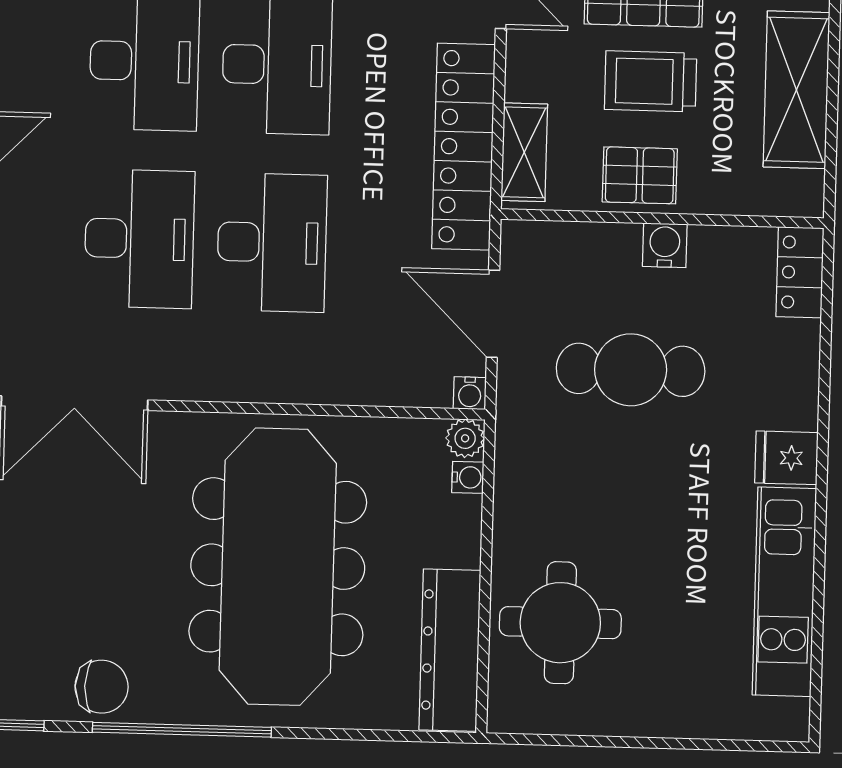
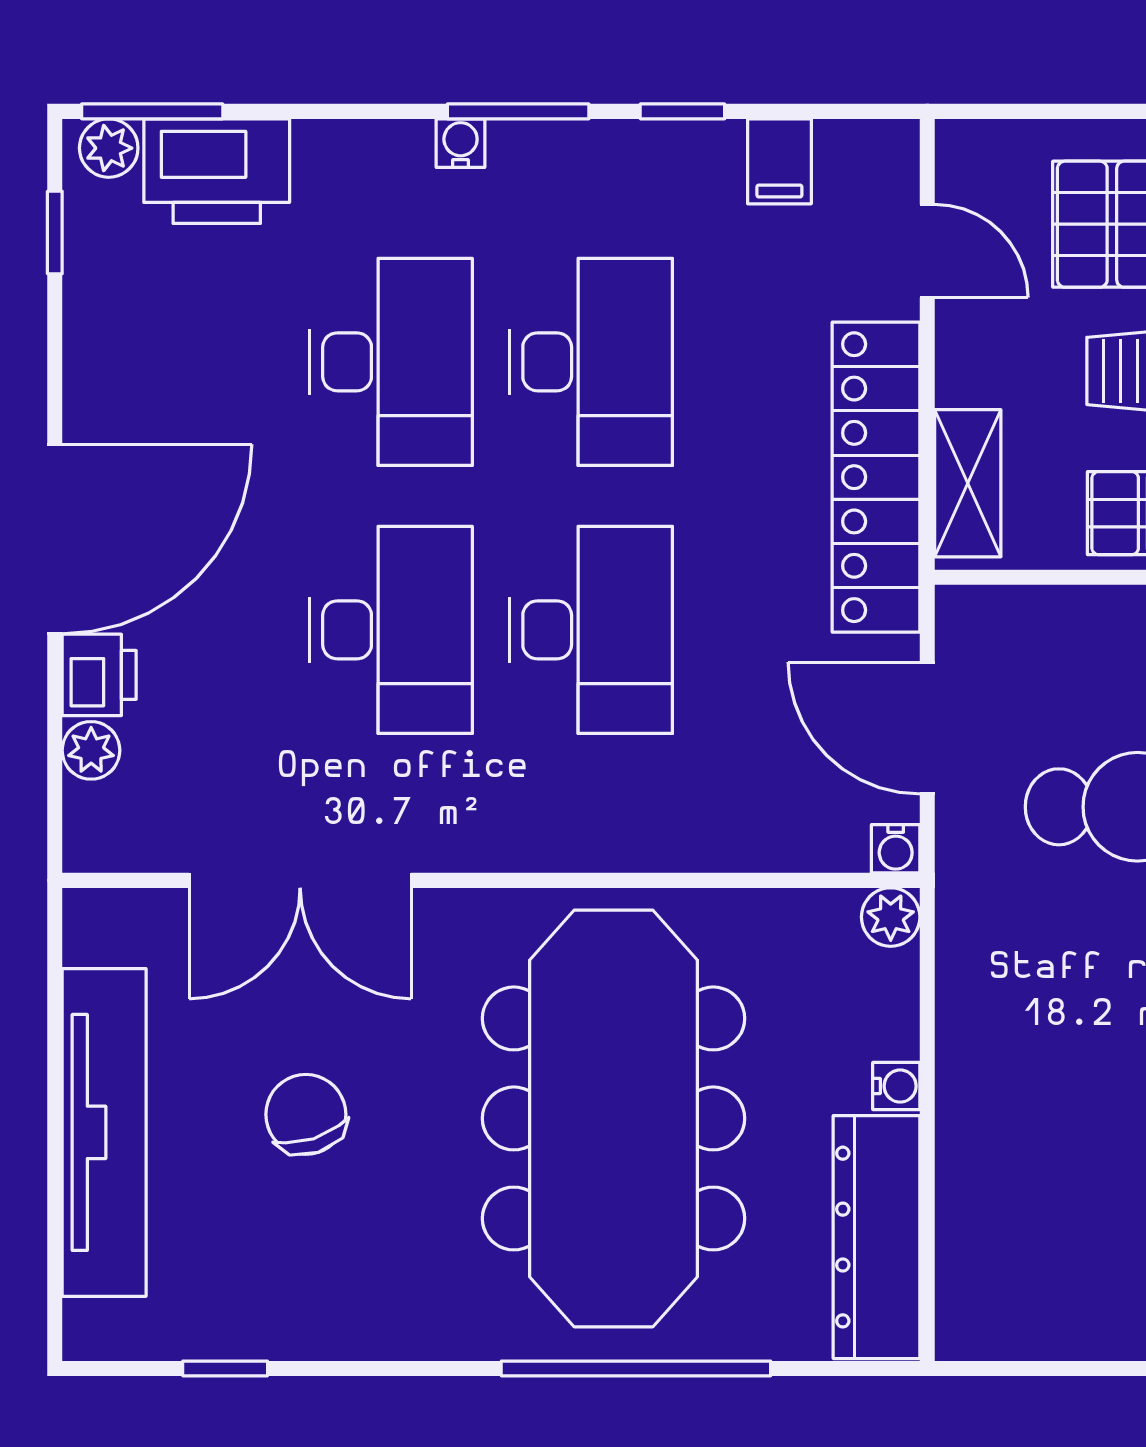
water cooler: (468, 477) -> (896, 1086), moved
round table: (560, 623) -> (1042, 1191), removed
chair: (102, 687) -> (306, 1114), moved, turned -108
window: (182, 730) -> (636, 1368), moved

